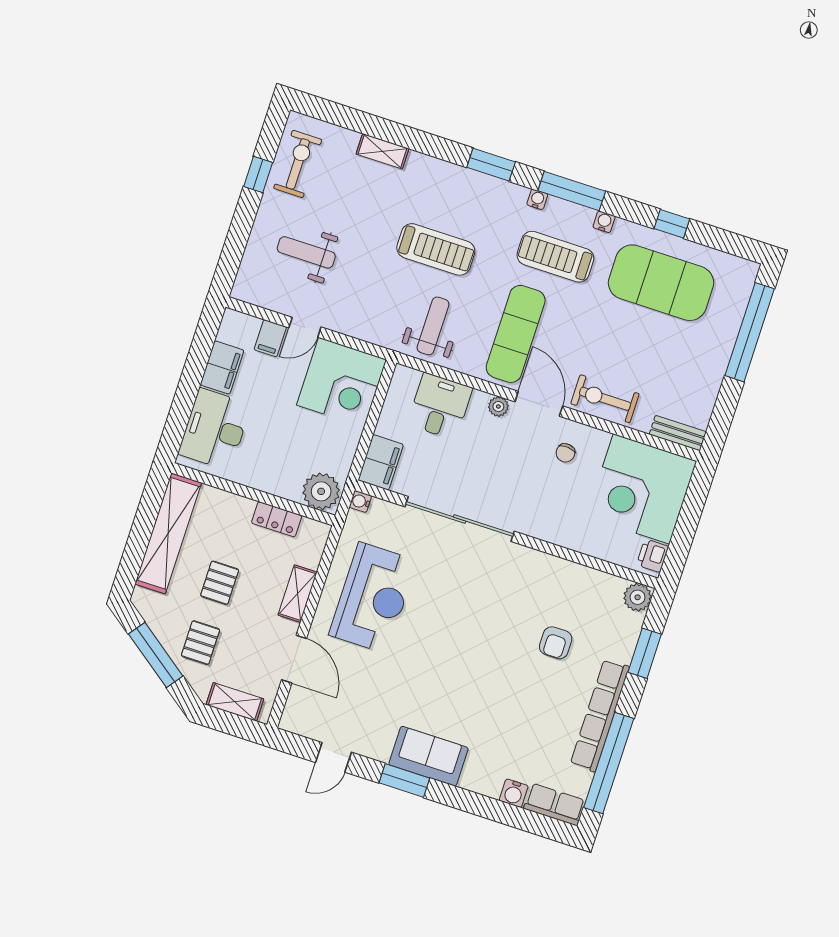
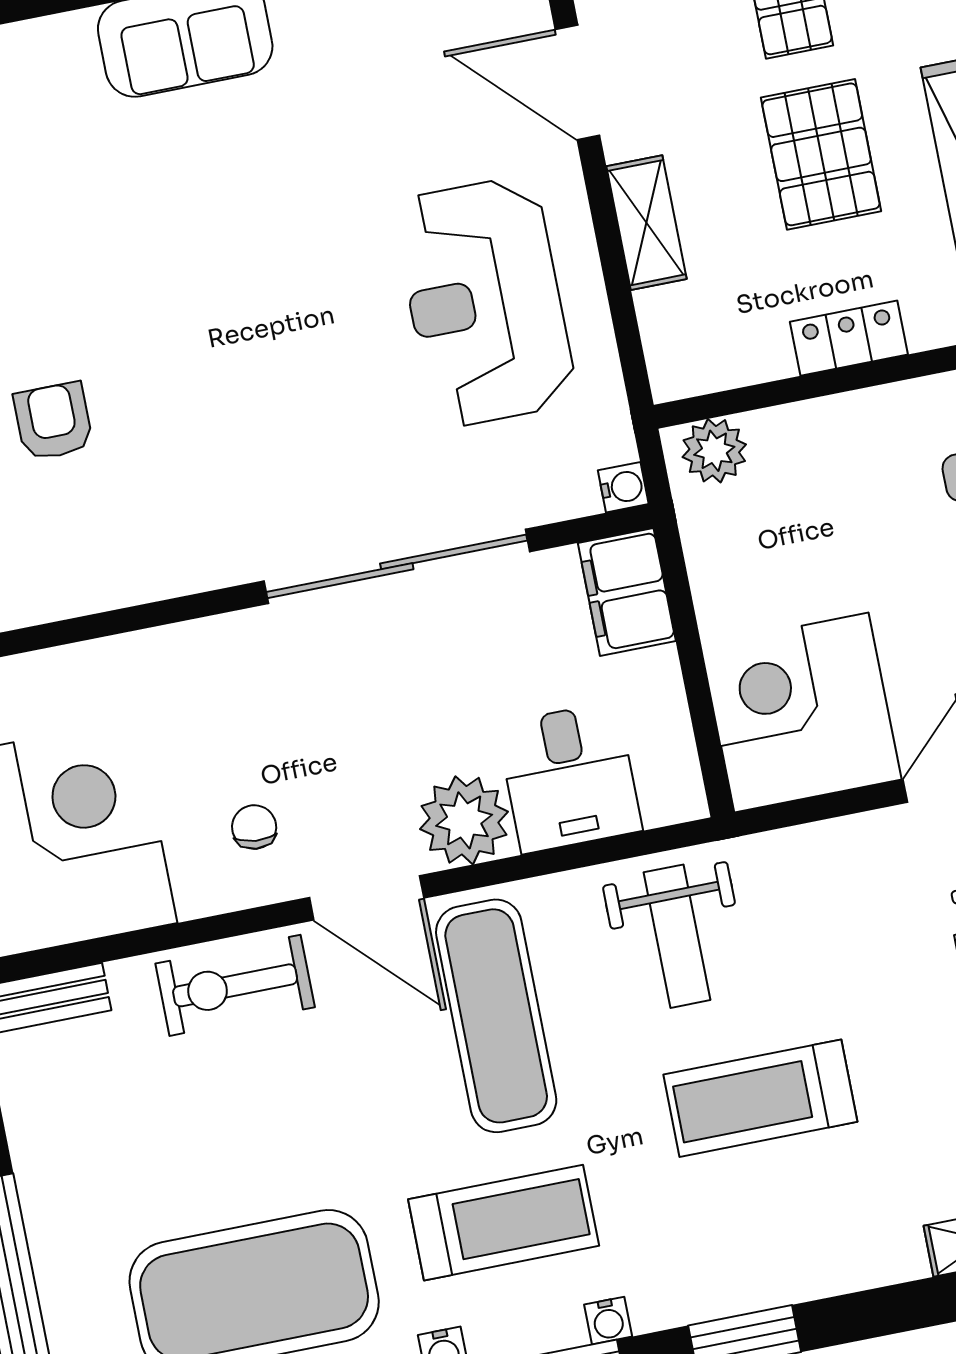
exercise bike: (605, 399) -> (235, 985), turned 180
plant: (498, 407) -> (464, 820), width x1.87, depth x1.87
plant: (321, 491) -> (714, 451), width x0.73, depth x0.73
locker: (277, 519) -> (849, 338), moved
pallet: (220, 583) -> (821, 154), width x1.50, depth x1.42

